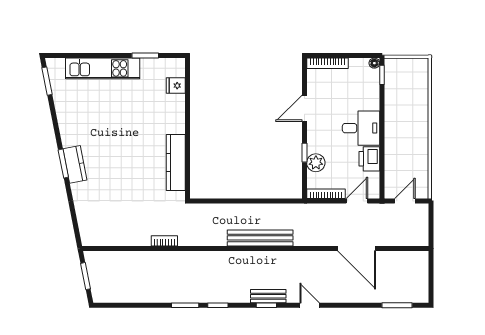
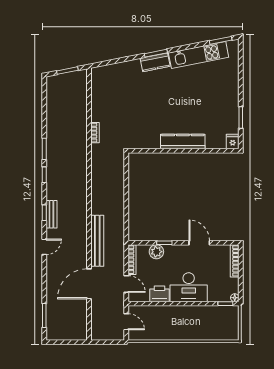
kitchen unit: (103, 68) -> (199, 55), moved, turned -101
fridge: (176, 86) -> (233, 142), moved
desk: (361, 128) -> (189, 287), width x1.37
kitchen counter: (176, 162) -> (183, 142), moved
bench: (260, 238) -> (97, 241), moved

